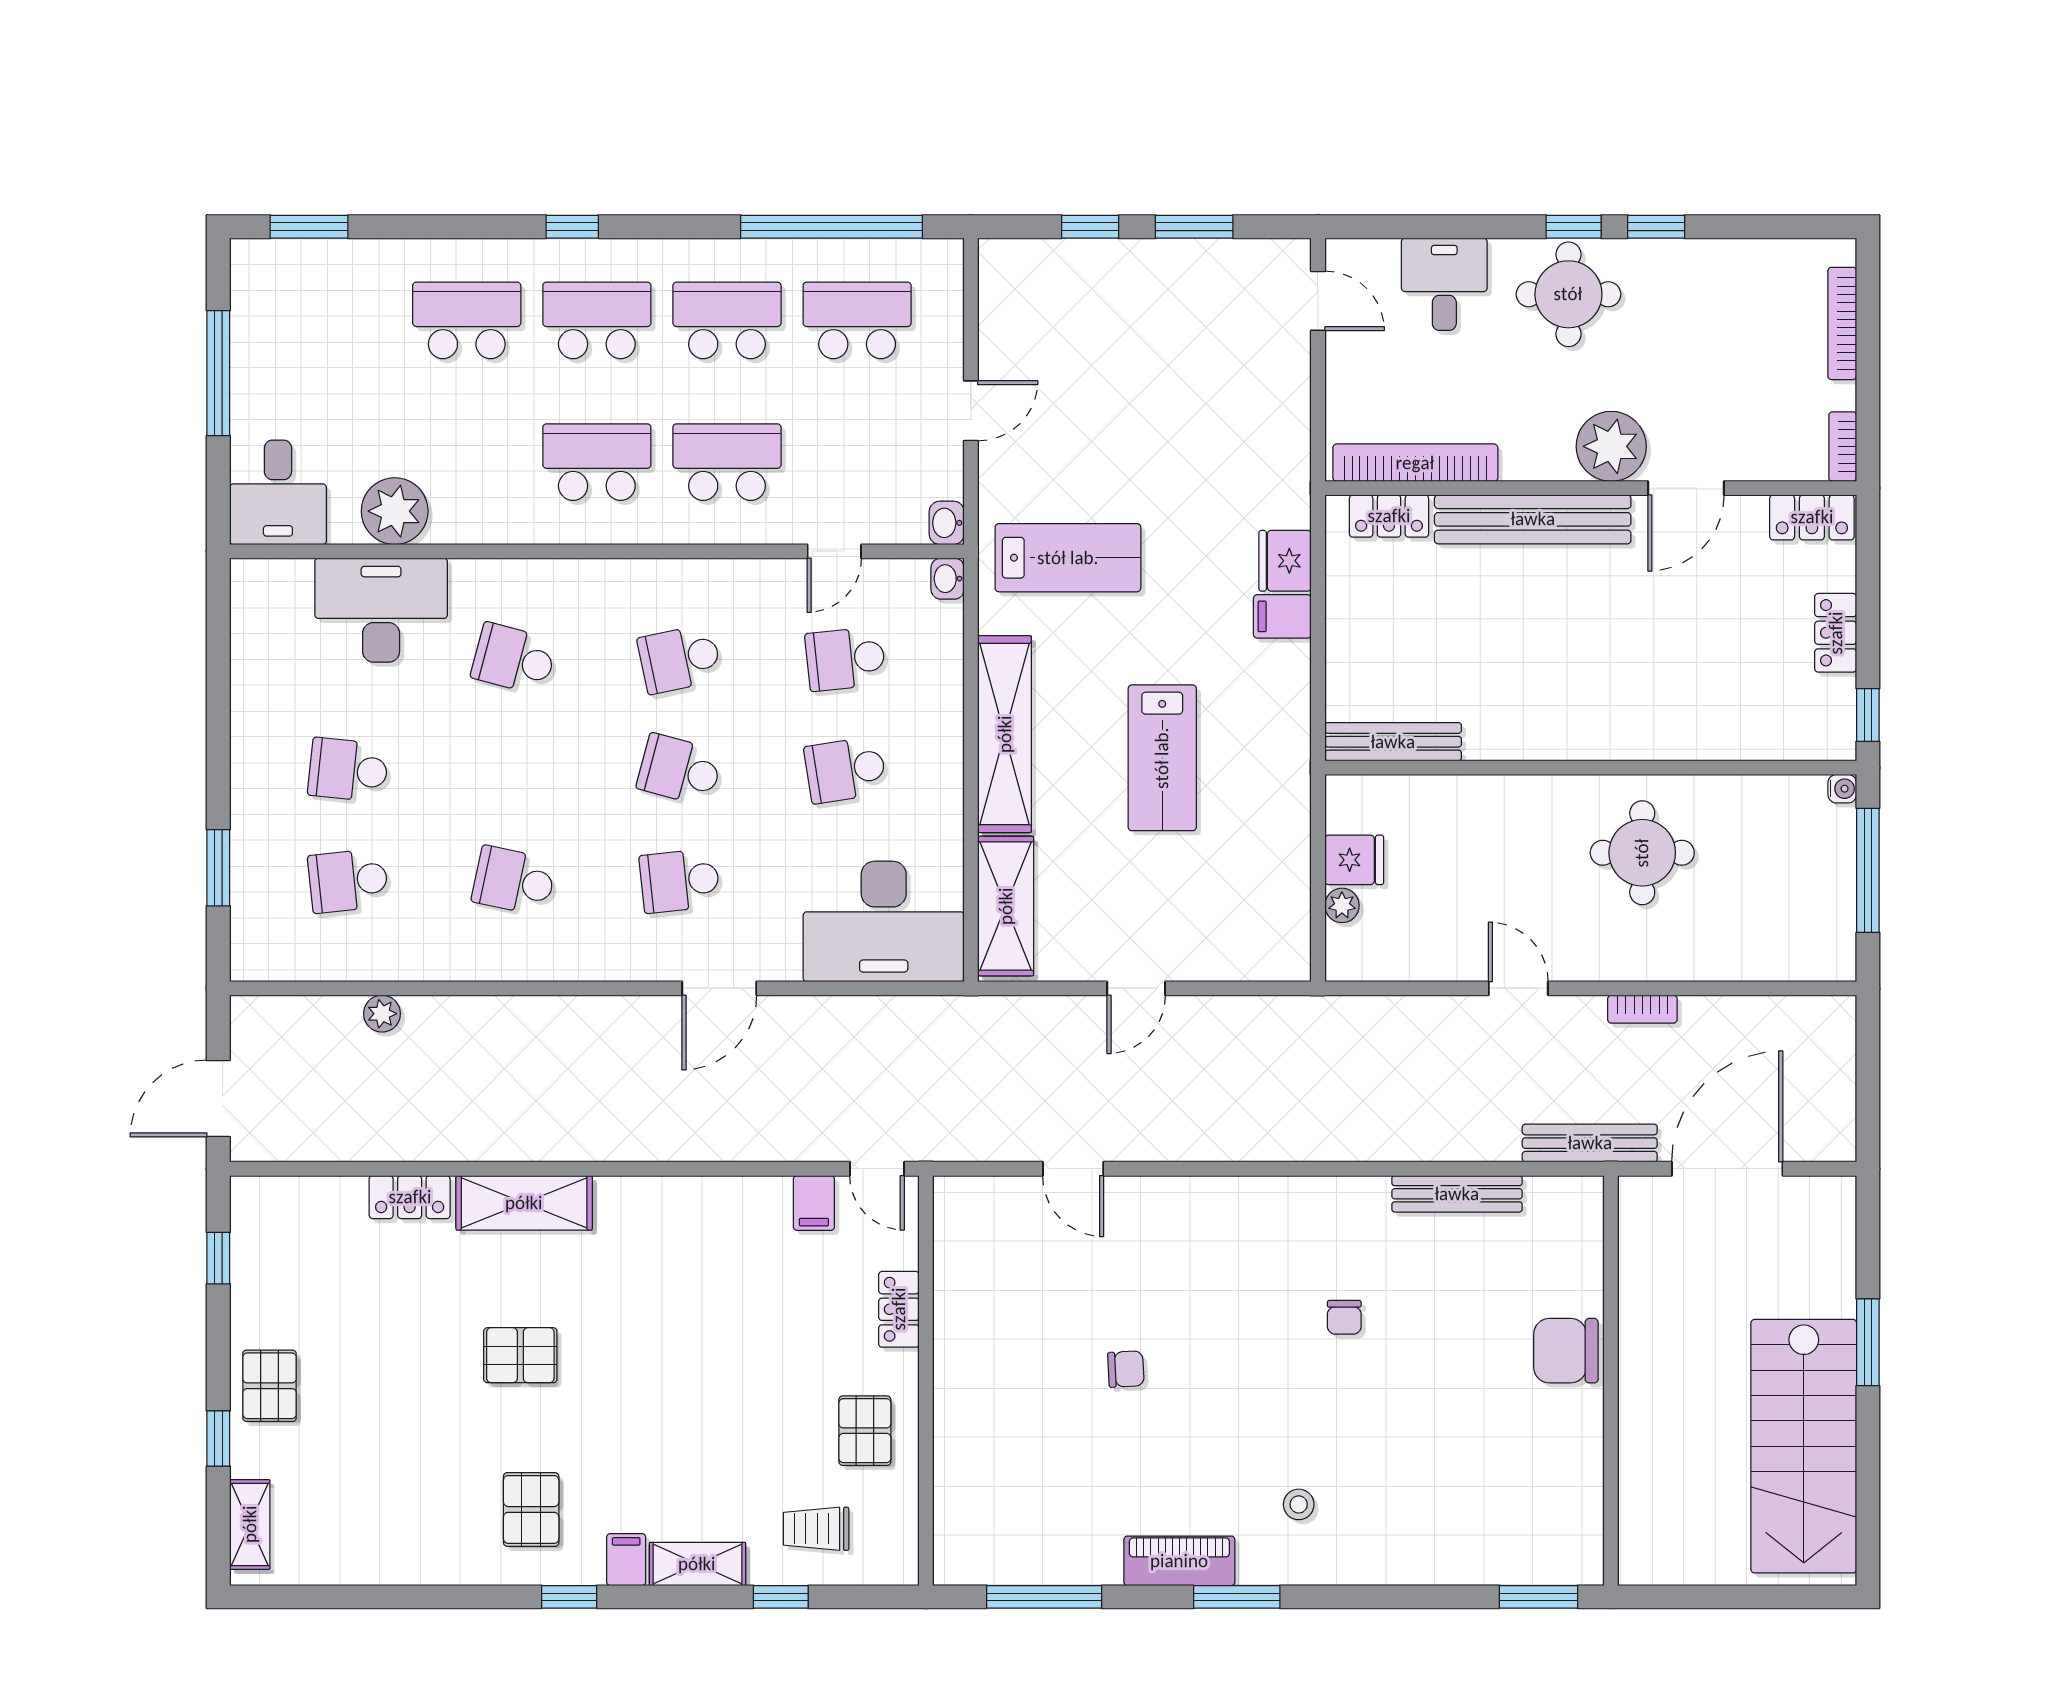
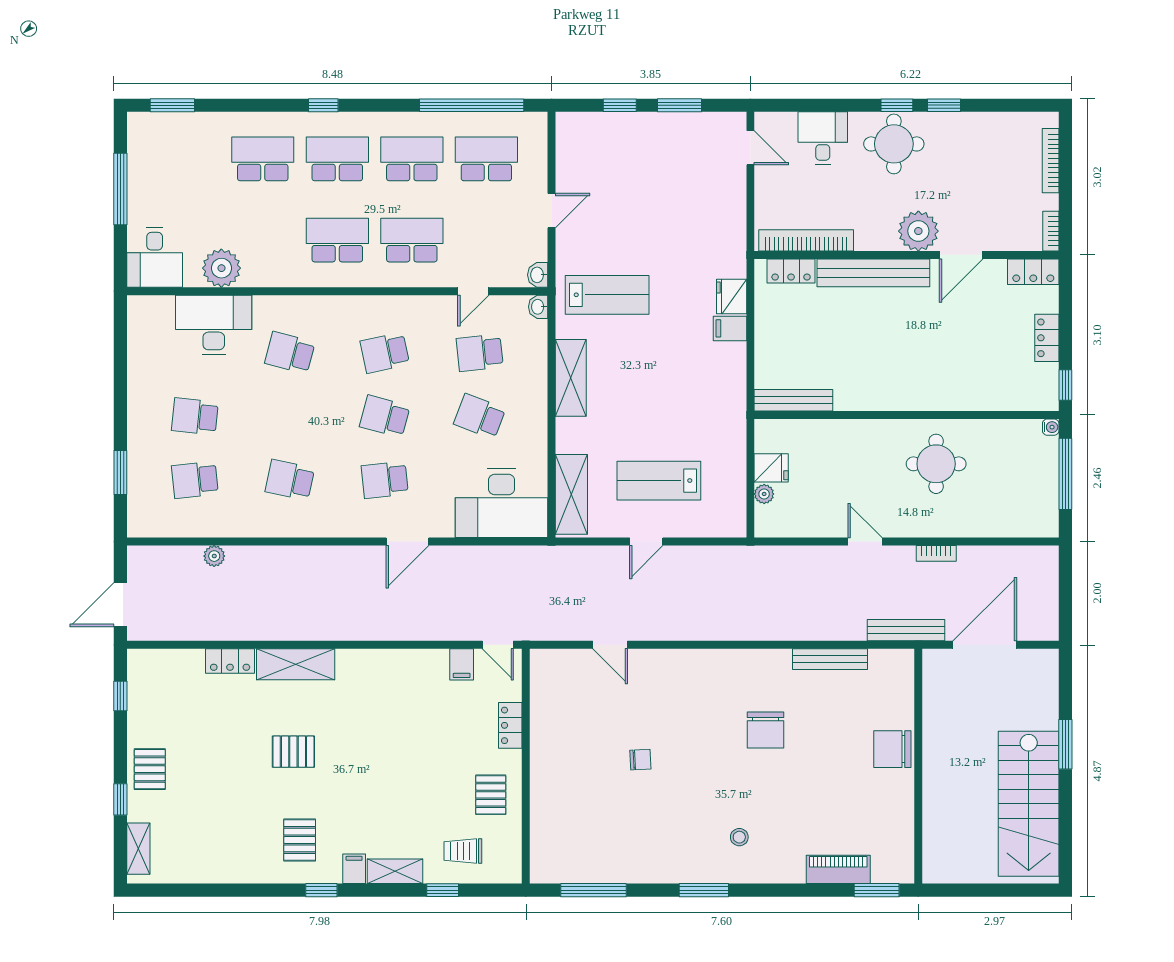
shelving: (1005, 734) -> (571, 378), width x0.68
lab bench: (1162, 758) -> (659, 481), moved, turned 90
school desk: (845, 770) -> (480, 416), turned 30
chair: (1344, 1317) -> (765, 730), width x1.87, depth x1.87
piano: (1179, 1561) -> (838, 869), moved

